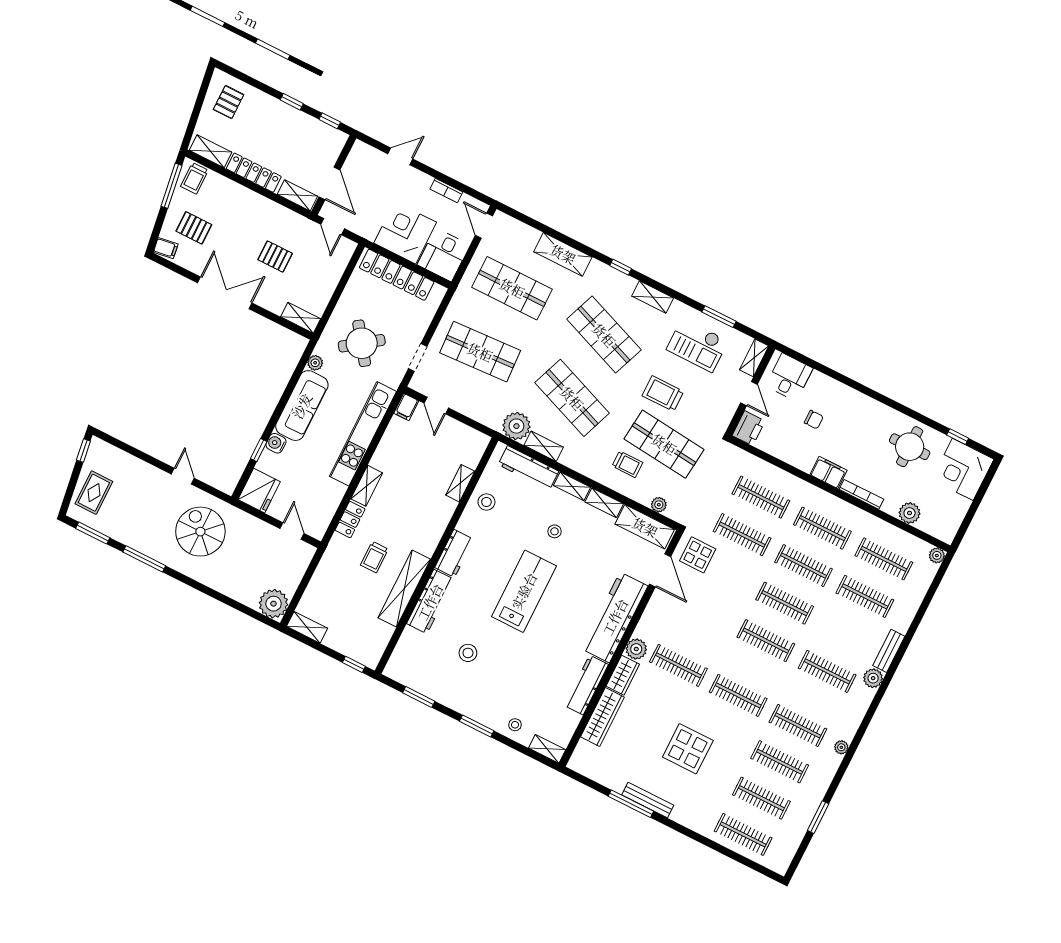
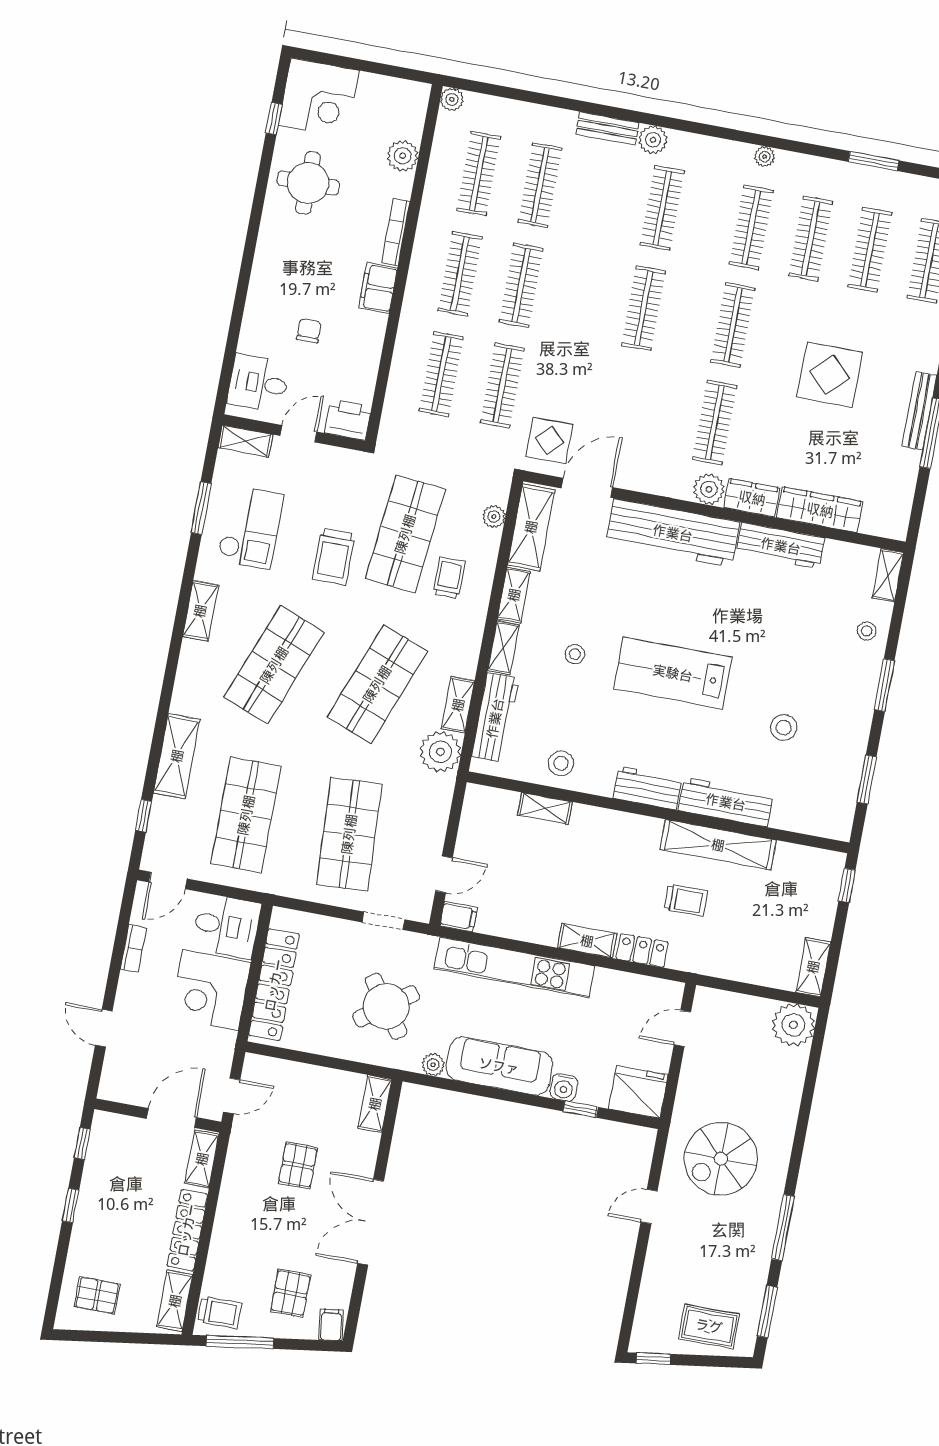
window: (621, 267) -> (144, 816), moved
clothes rail: (785, 603) -> (582, 297), removed

